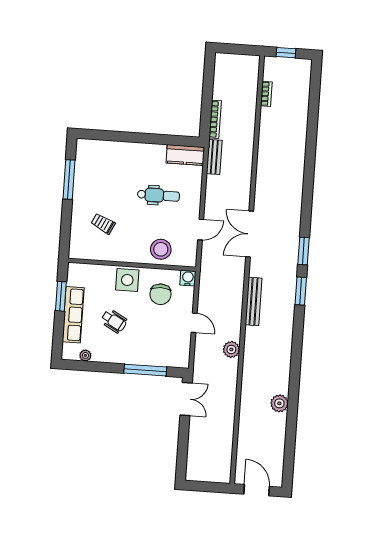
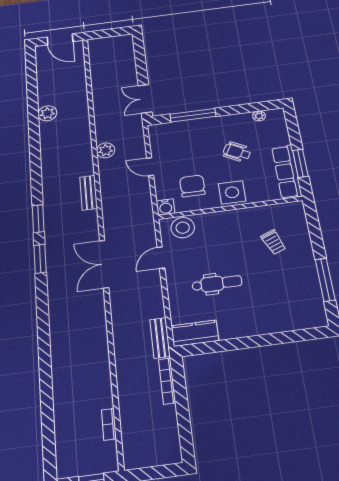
dental chair: (158, 195) -> (217, 283), turned 180
trolley: (103, 224) -> (273, 242), turned 42
double door: (250, 234) -> (104, 264), swing flipped
stool: (161, 249) -> (183, 228), moved
bench: (253, 301) -> (89, 193), width x0.73
row of seats: (73, 315) -> (287, 172), moved

